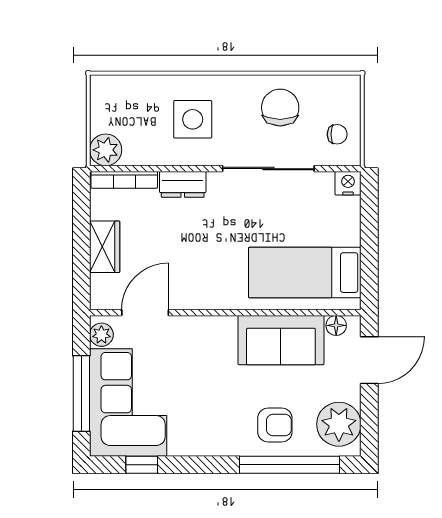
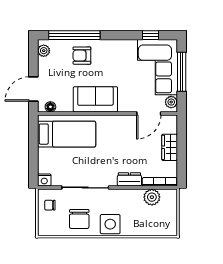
side table: (193, 119) -> (110, 224), moved
plant: (106, 150) -> (152, 197), moved
sofa: (281, 340) -> (95, 99), moved
plant: (339, 424) -> (44, 51), width x0.53, depth x0.53

